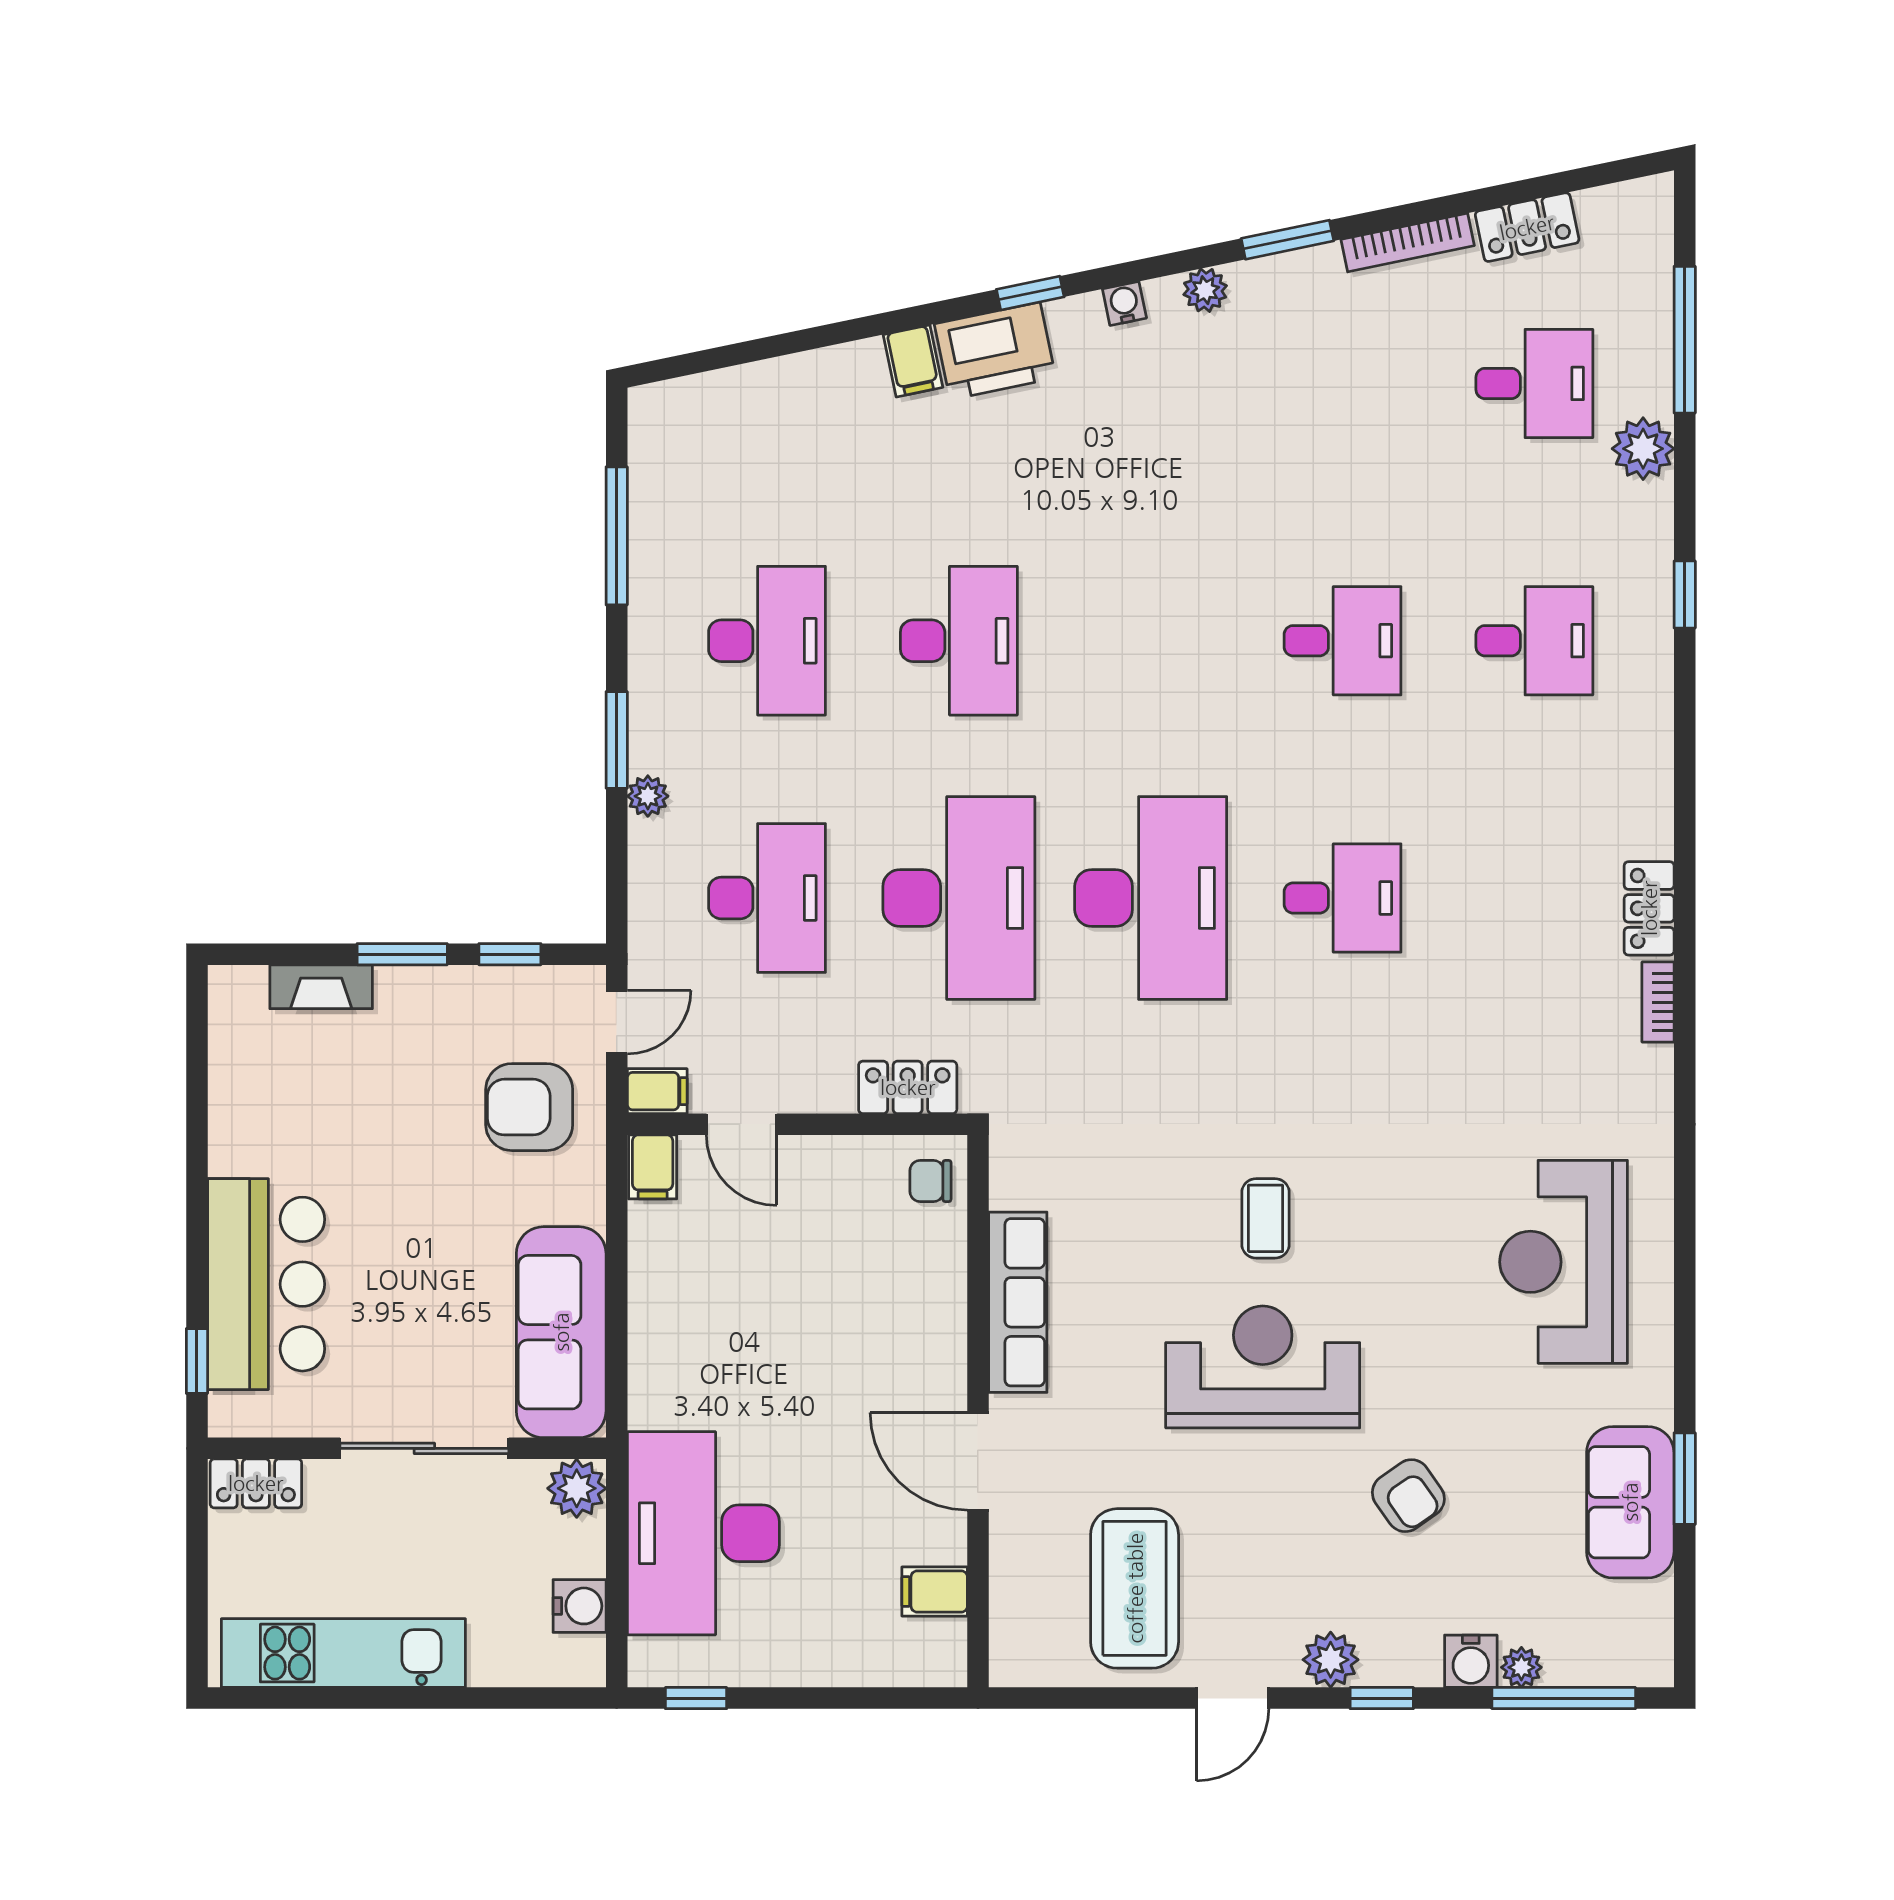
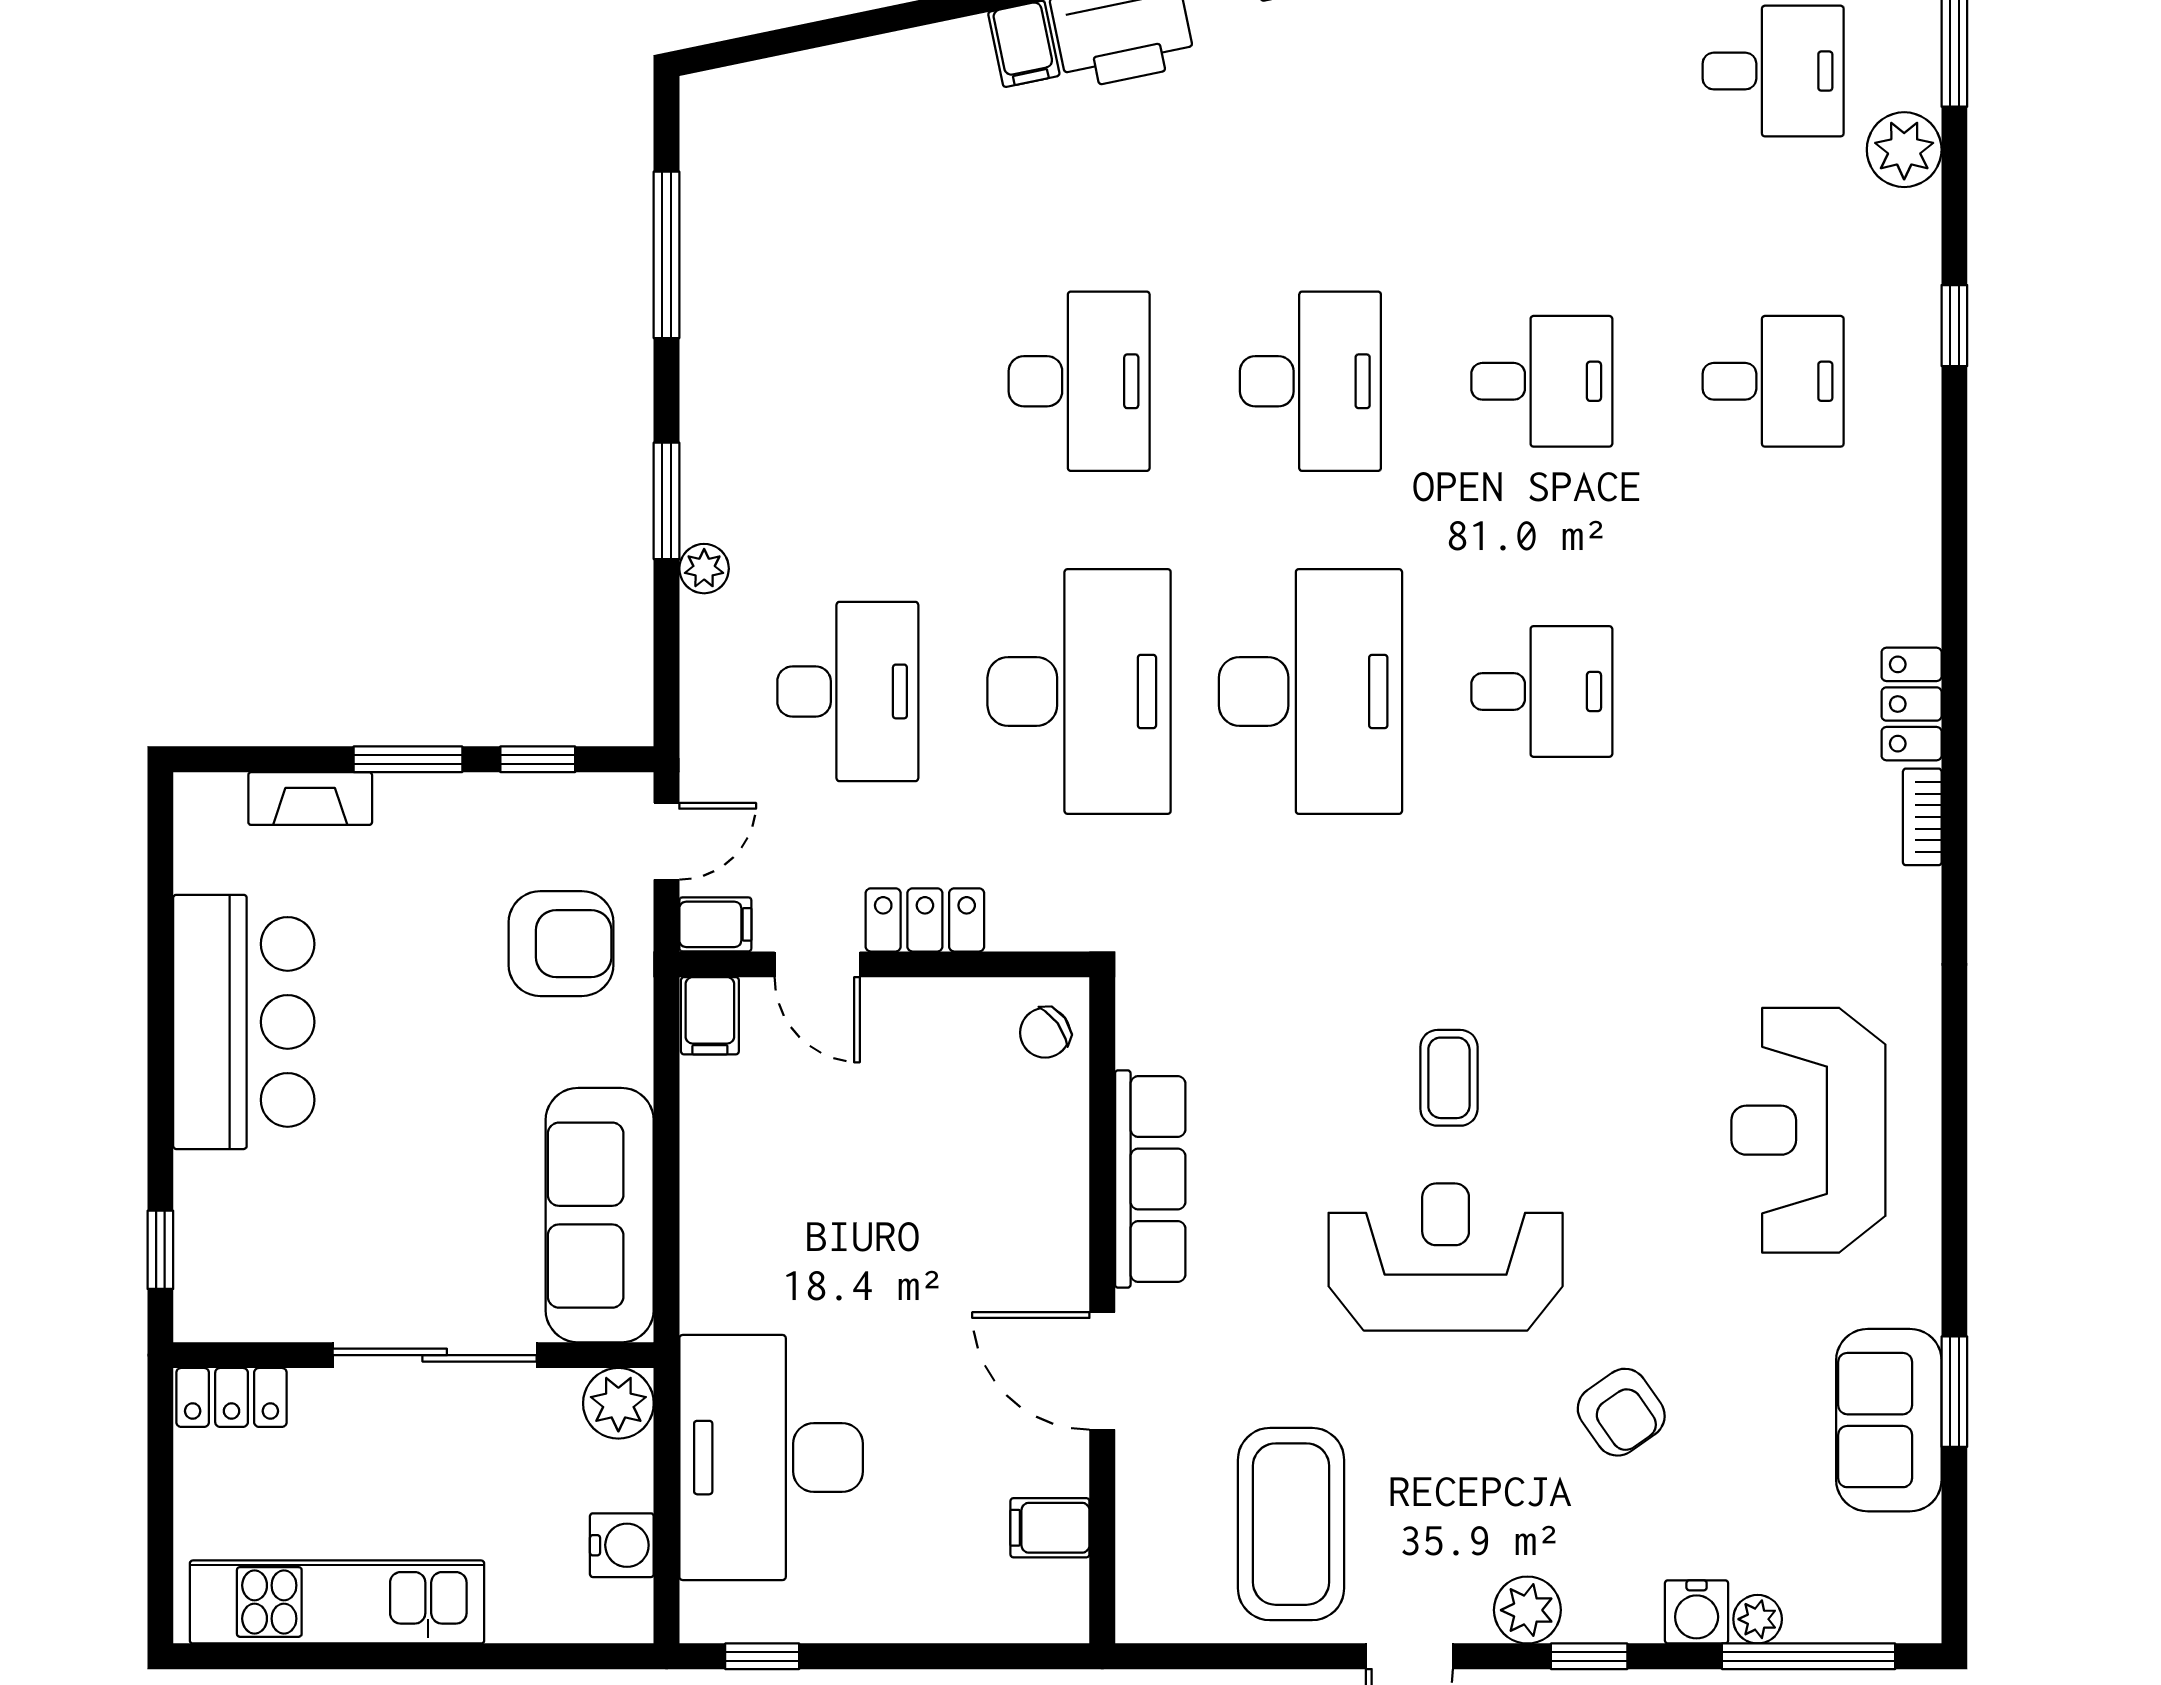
desk: (767, 641) -> (1310, 381), moved
locker: (908, 1087) -> (925, 920), moved
armchair: (529, 1107) -> (561, 944), turned 180
chair: (931, 1181) -> (1045, 1033), turned -36
bar counter: (266, 1284) -> (244, 1022), moved

